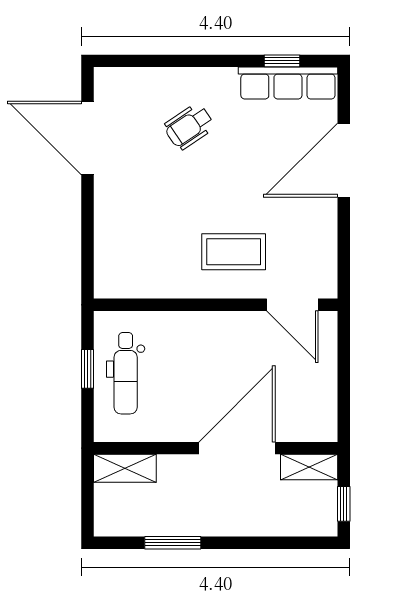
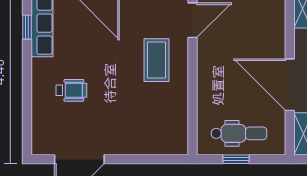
wheelchair: (189, 126) -> (71, 90), turned -56
door: (237, 448) -> (290, 85), moved

